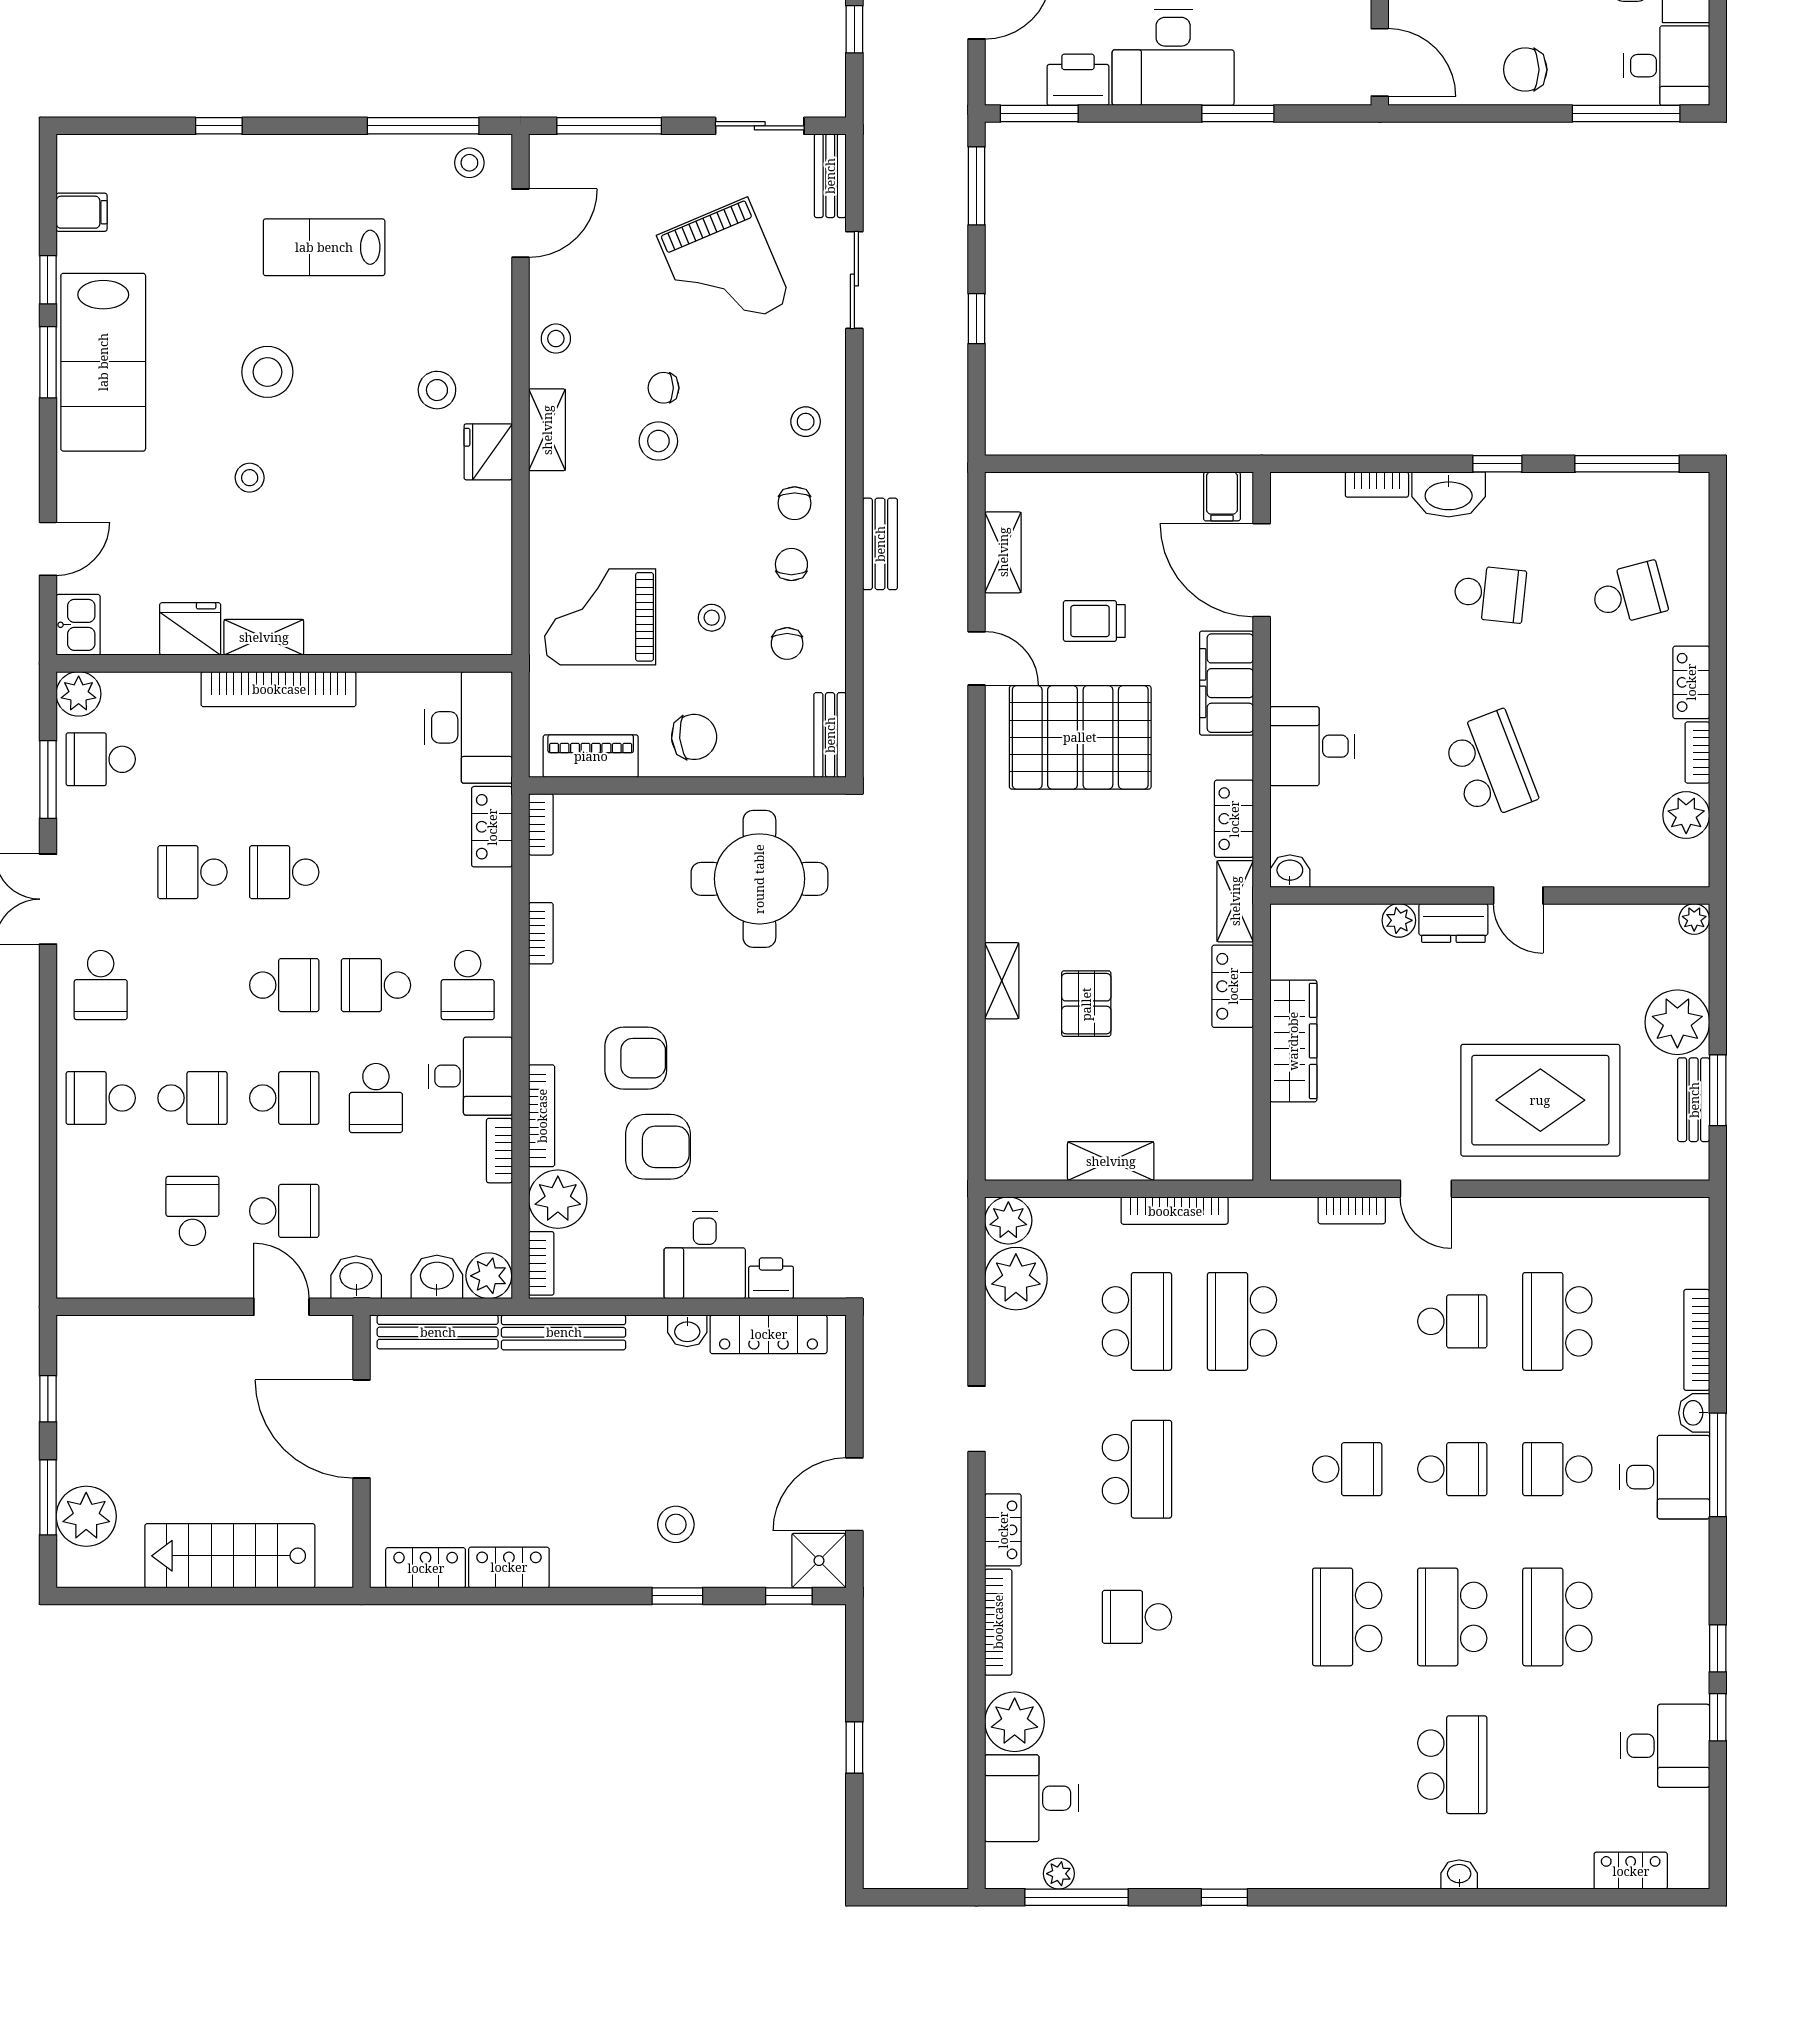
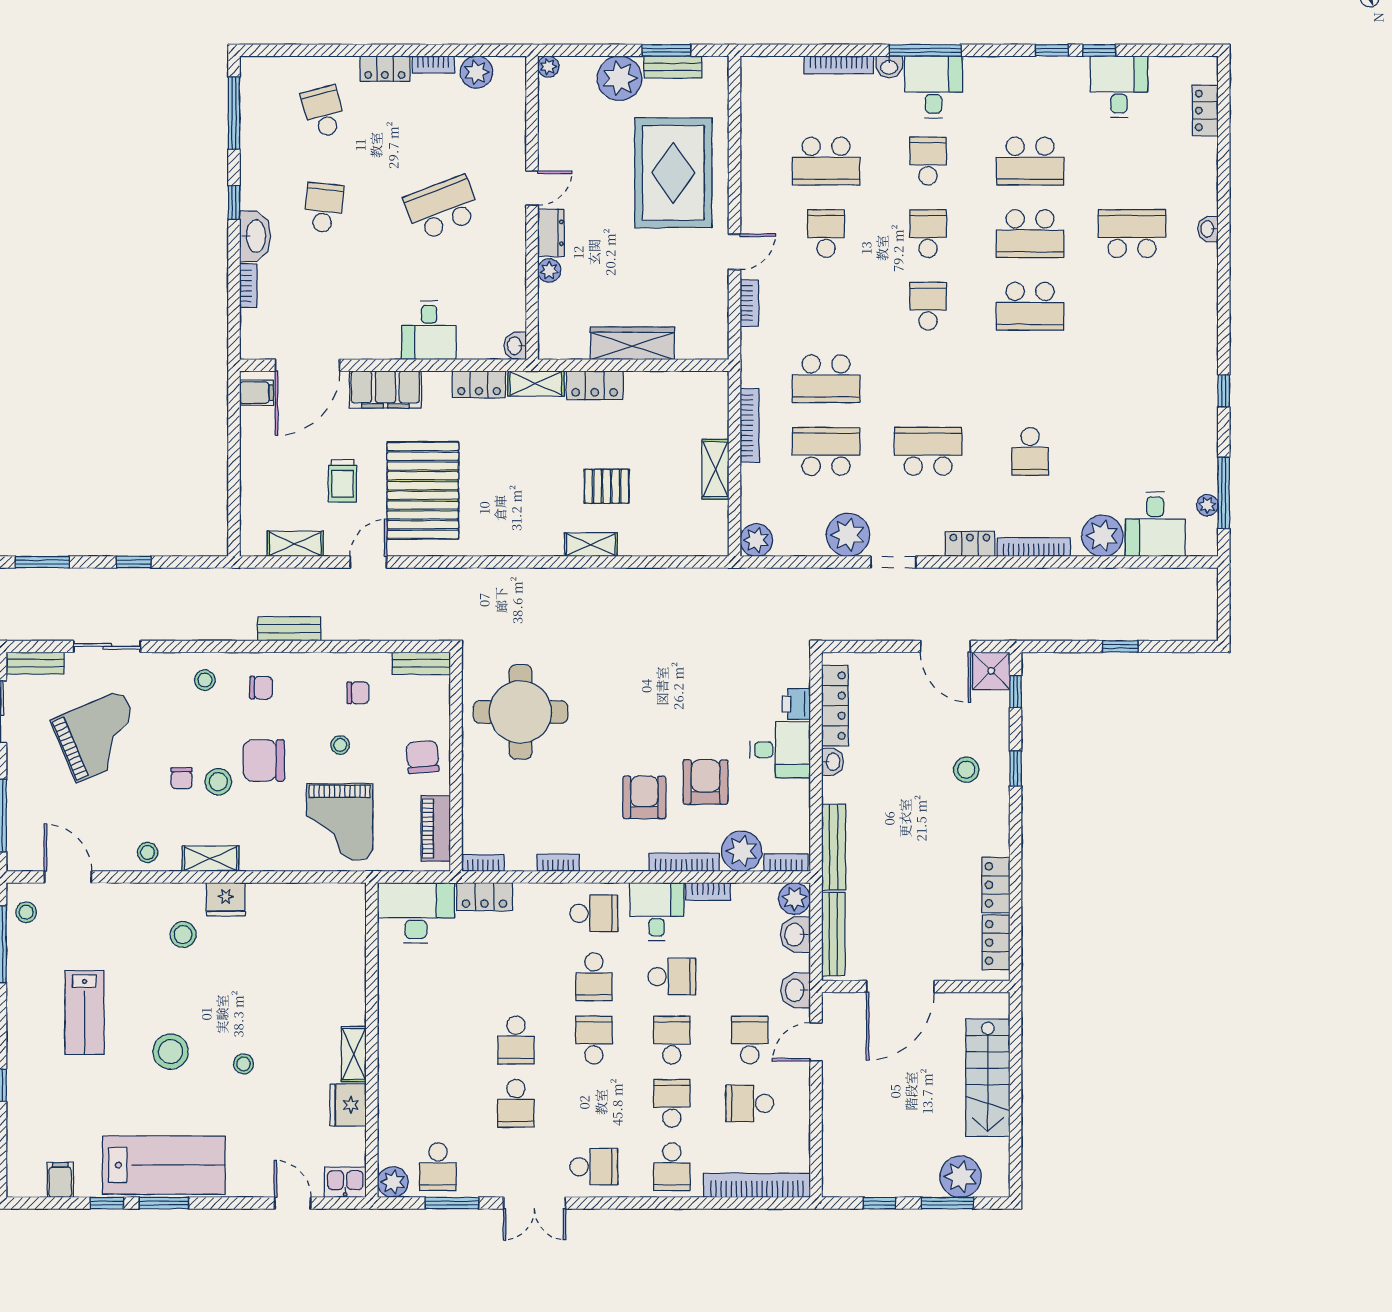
chair: (791, 564) -> (264, 760), moved, width x1.87, depth x1.87
bookcase: (279, 689) -> (757, 1185), moved, turned -90
plant: (1016, 1279) -> (848, 535), moved
school desk: (1557, 1469) -> (928, 161), turned 180

